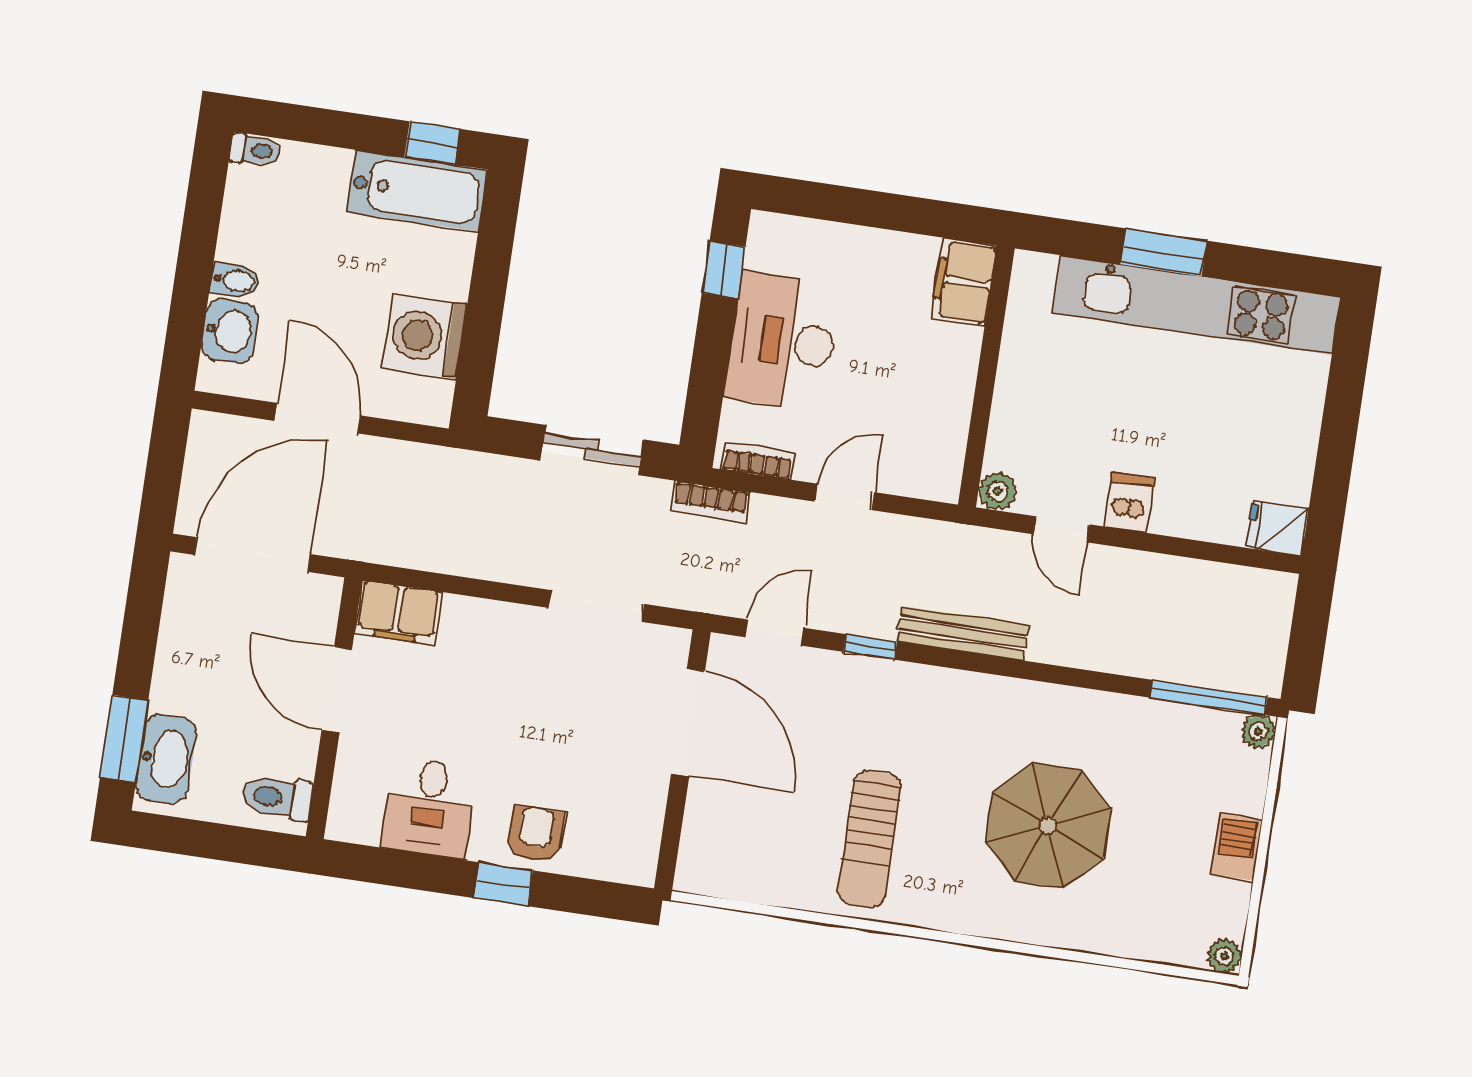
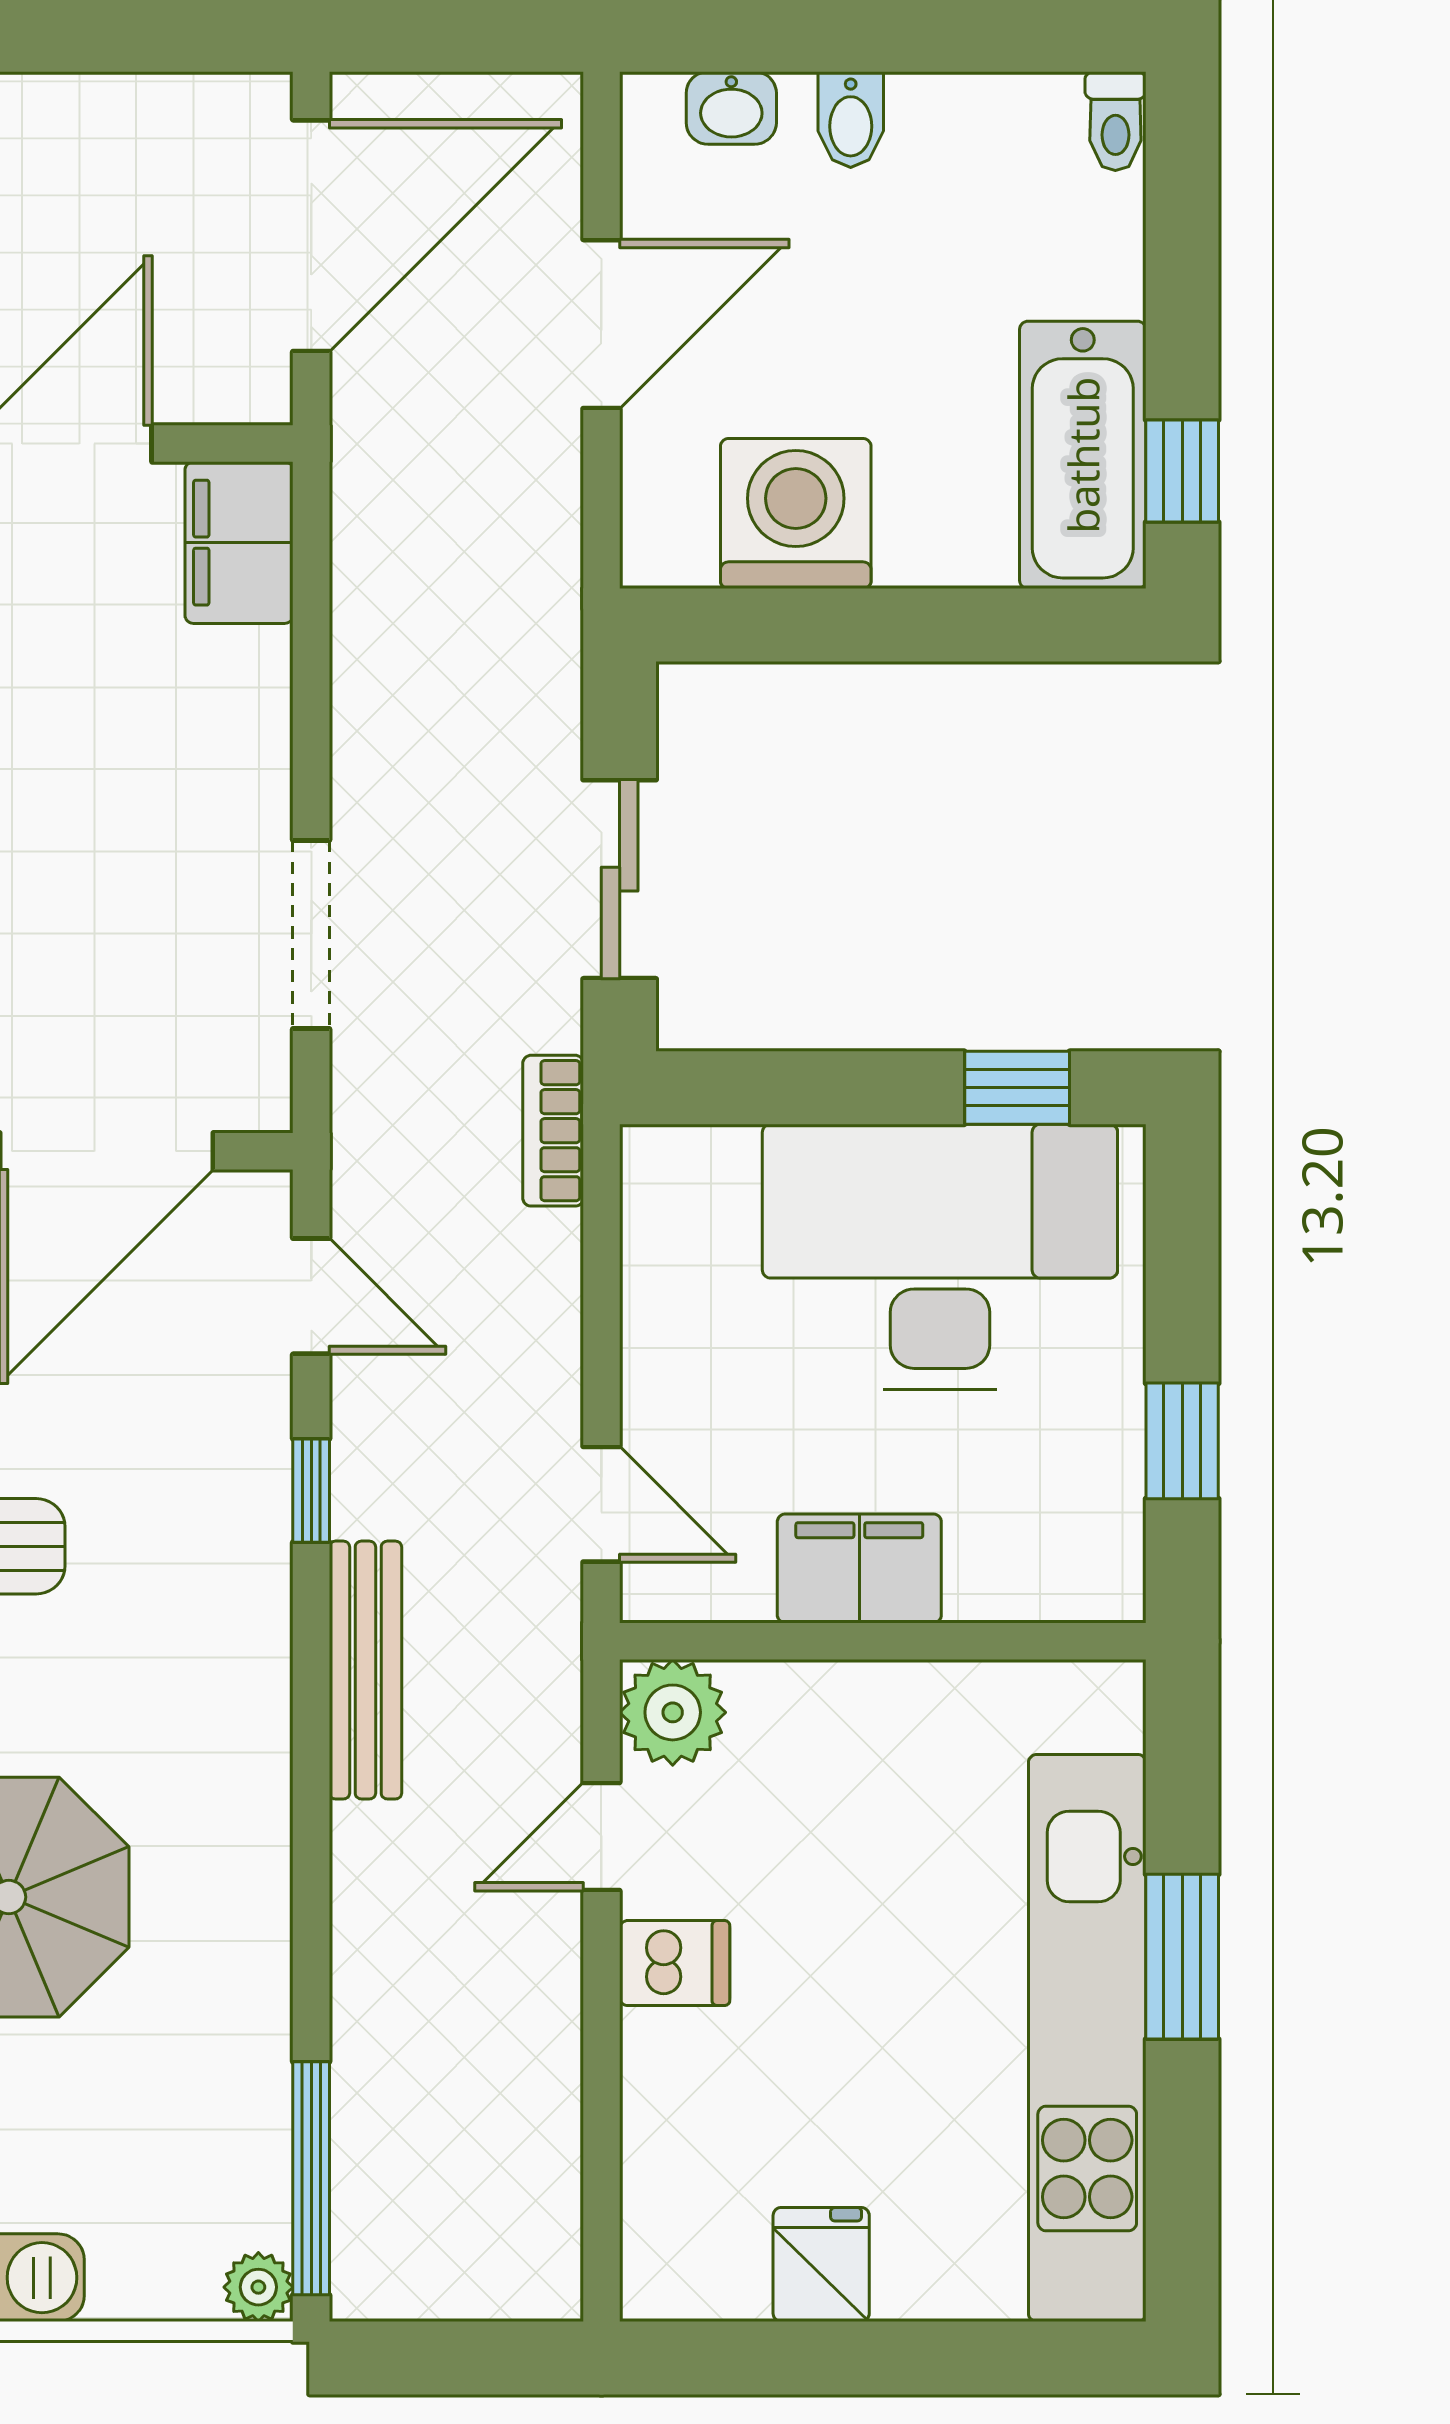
window: (910, 214) -> (1182, 1441), added
filing cabinet: (964, 282) -> (859, 1568), moved
washbasin: (230, 331) -> (731, 108), width x0.72, depth x0.69
desk: (783, 341) -> (940, 1257), width x1.36, depth x1.30
bookcase: (758, 461) -> (648, 1213), removed
plant: (998, 491) -> (673, 1712), width x1.38, depth x1.38
door: (844, 497) -> (601, 1504), moved
fridge: (1277, 528) -> (821, 2264), moved
door: (252, 554) -> (311, 236), hinge flipped

